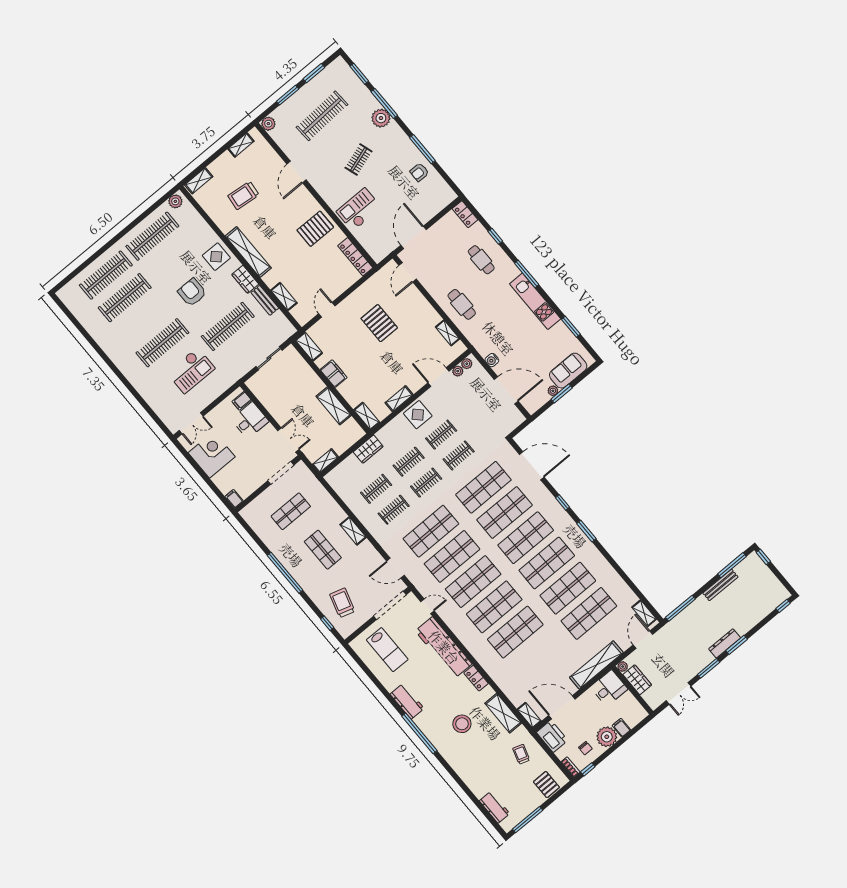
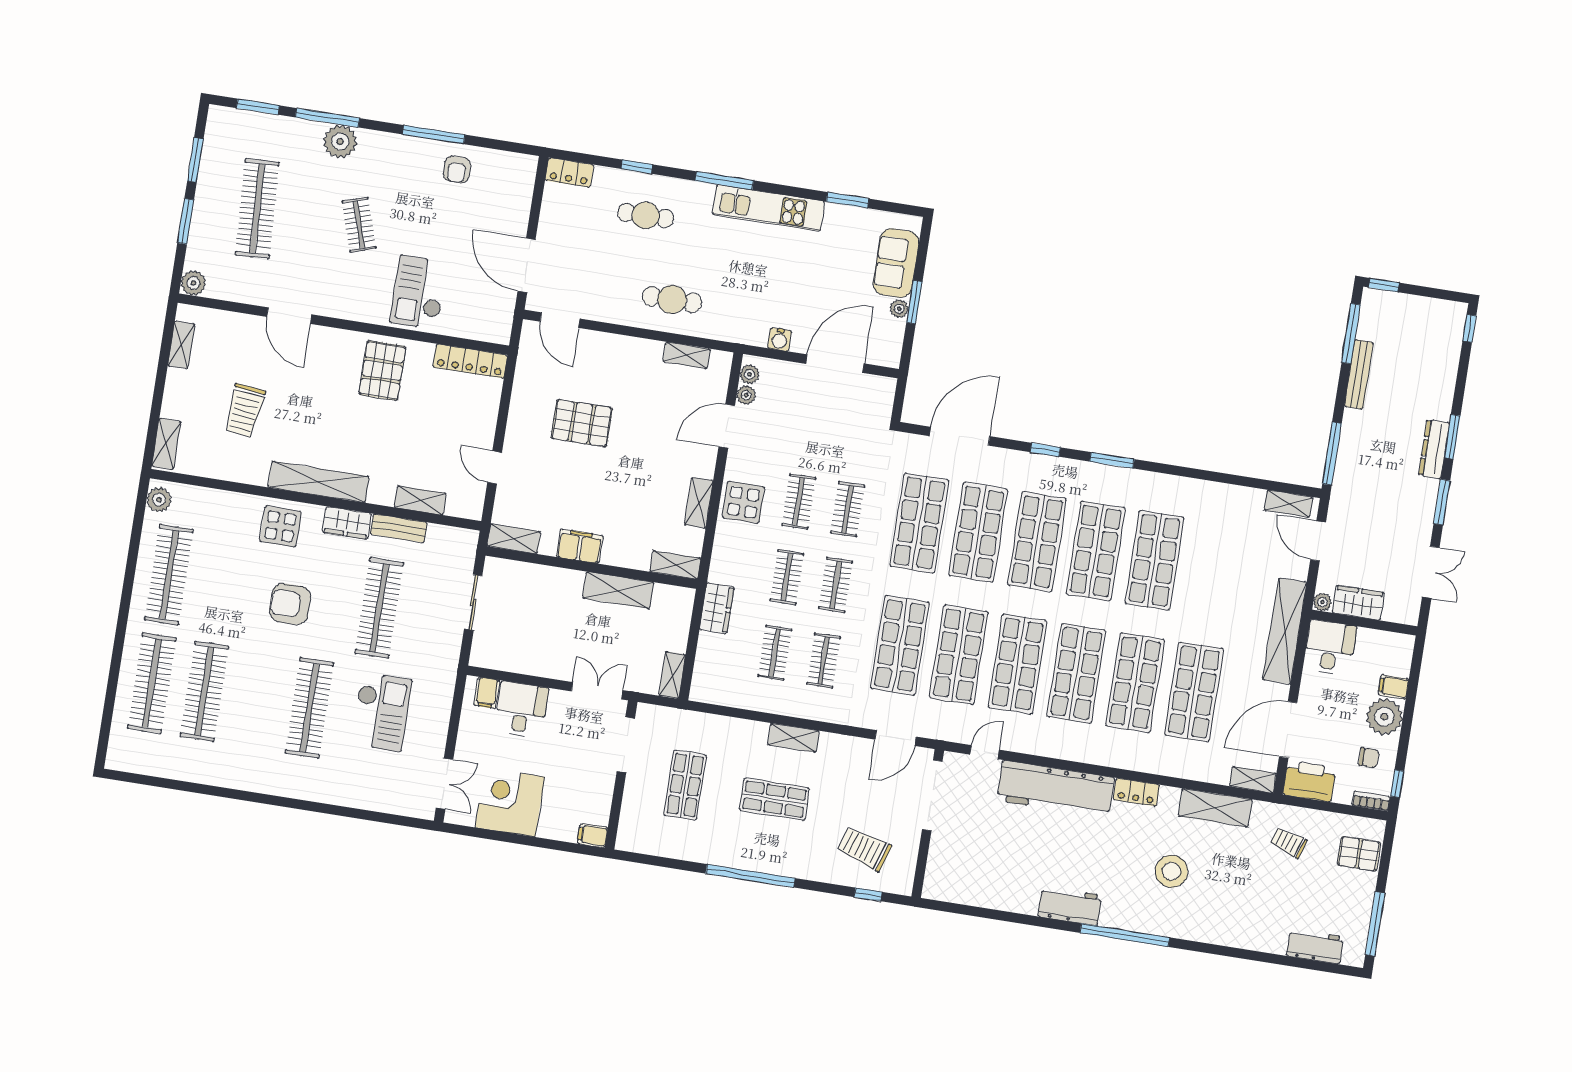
shop shelf: (589, 613) -> (1194, 692), moved
lab bench: (387, 650) -> (981, 859), removed

